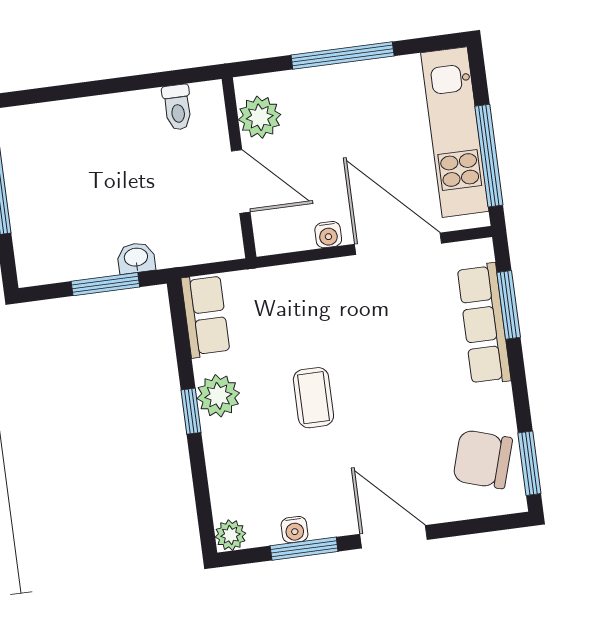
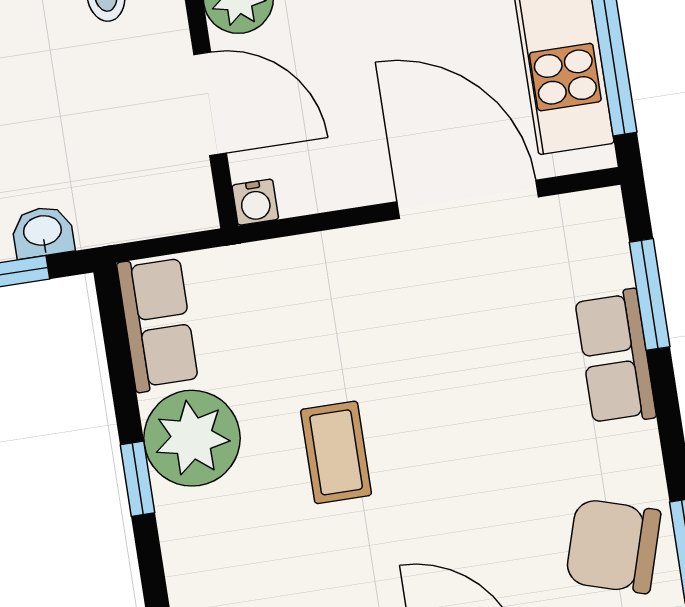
water cooler: (328, 235) -> (255, 202), moved
row of seats: (484, 324) -> (615, 357), width x0.68
plant: (218, 396) -> (192, 438), width x1.36, depth x1.36

